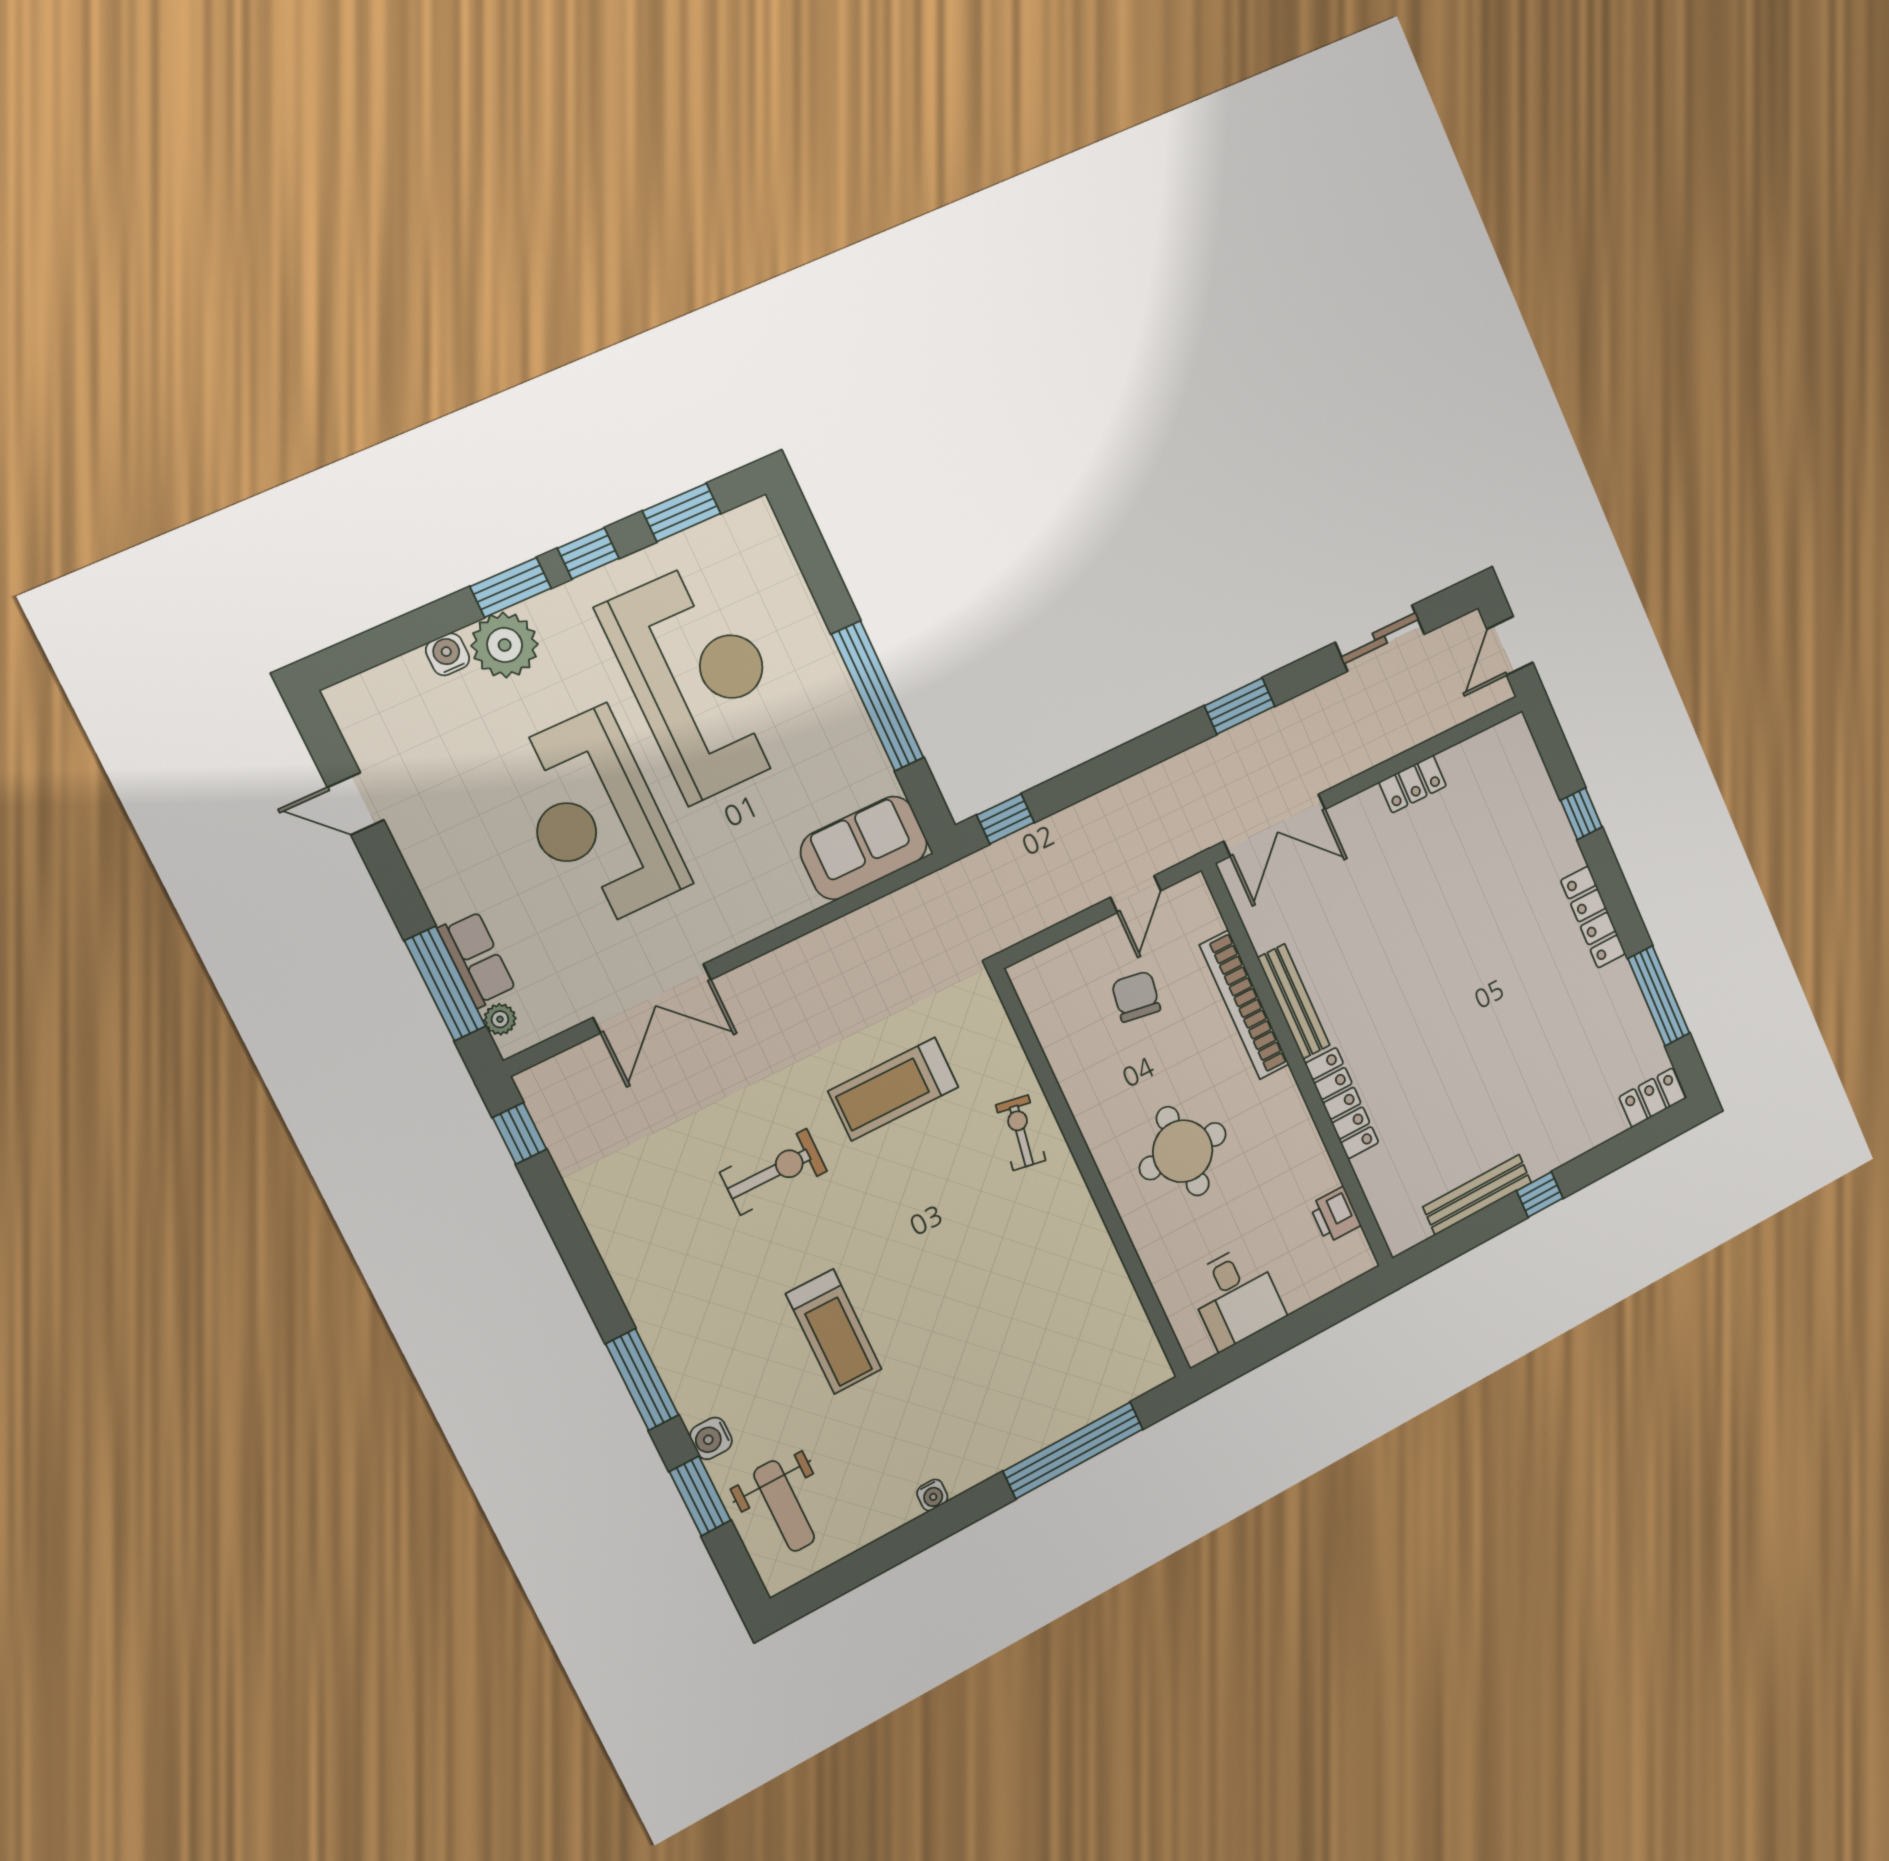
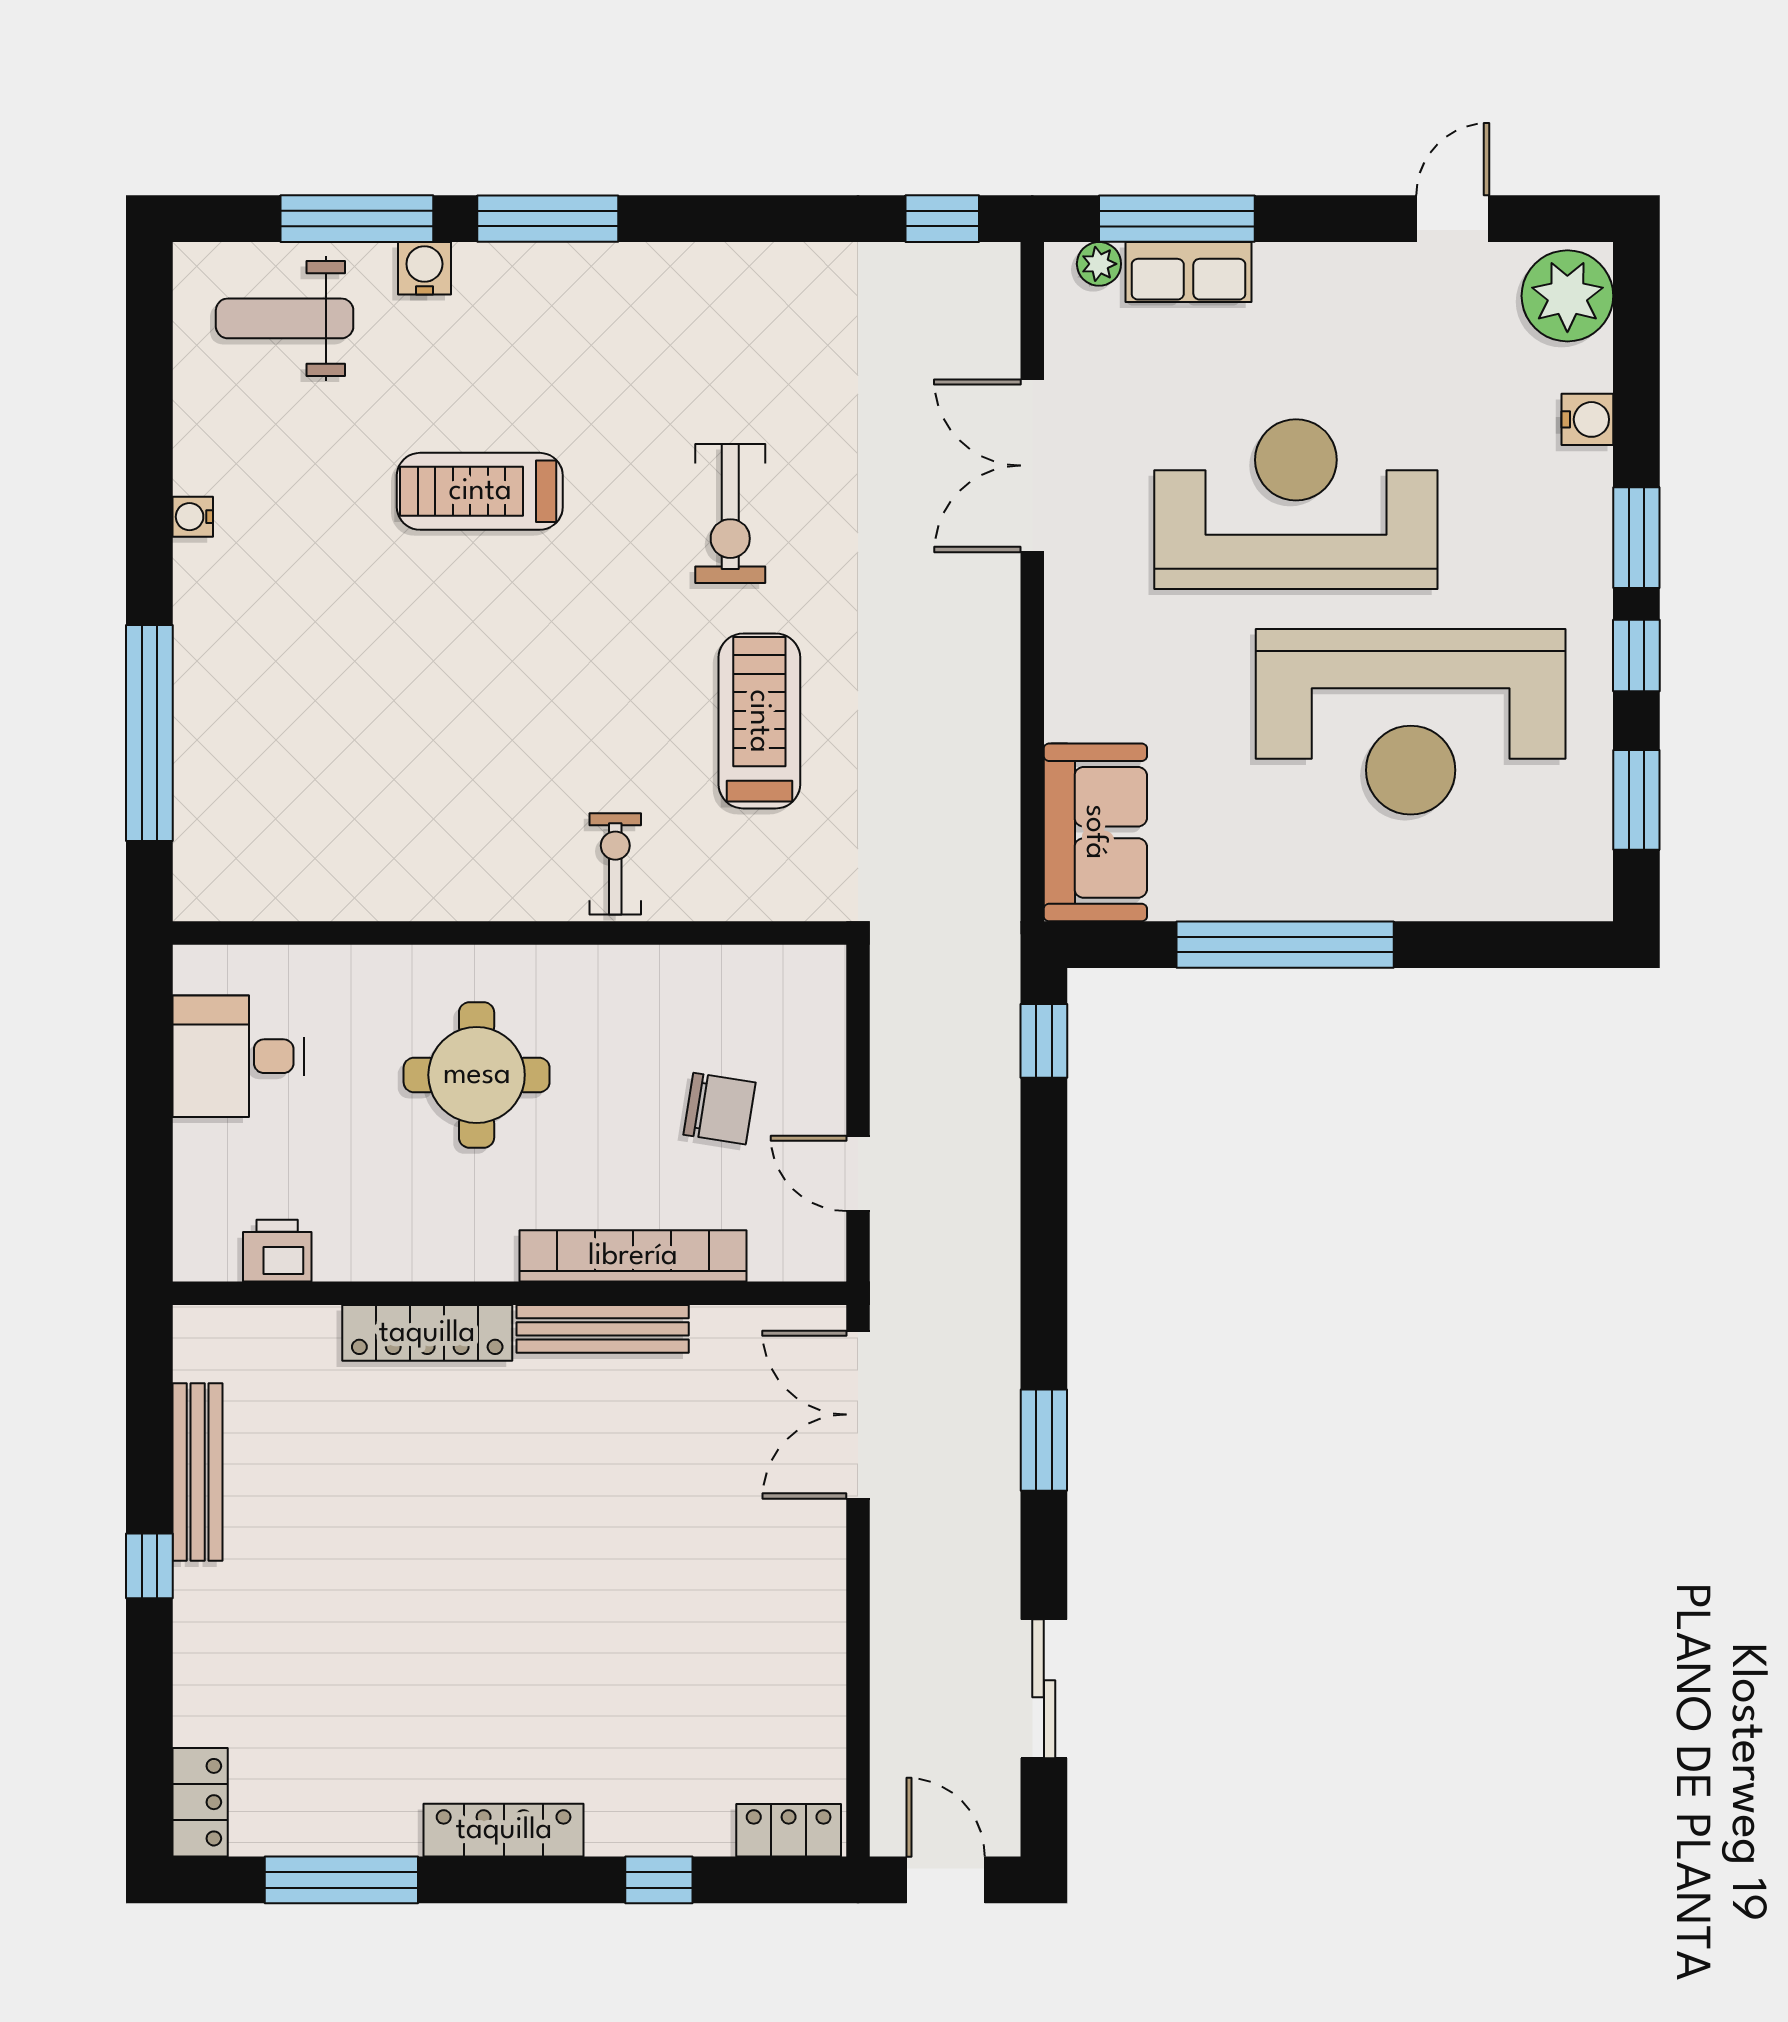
plant: (505, 645) -> (1567, 296), moved
locker: (1413, 784) -> (789, 1830), moved, turned 90
exercise bike: (1021, 1133) -> (615, 864), turned -100
window: (700, 1496) -> (357, 219), width x1.44

